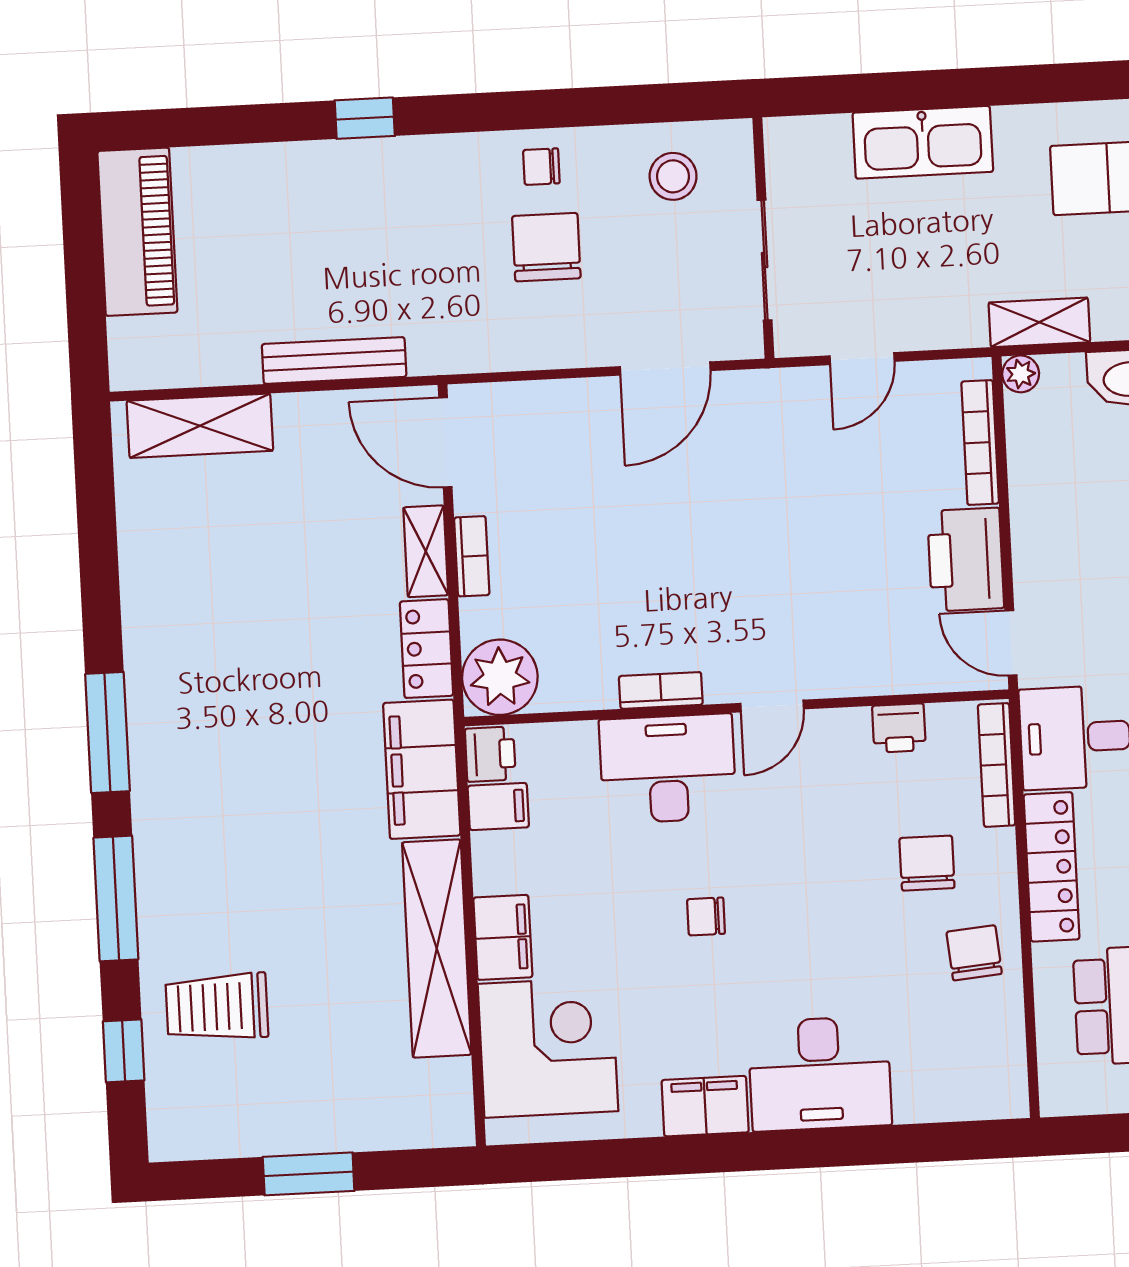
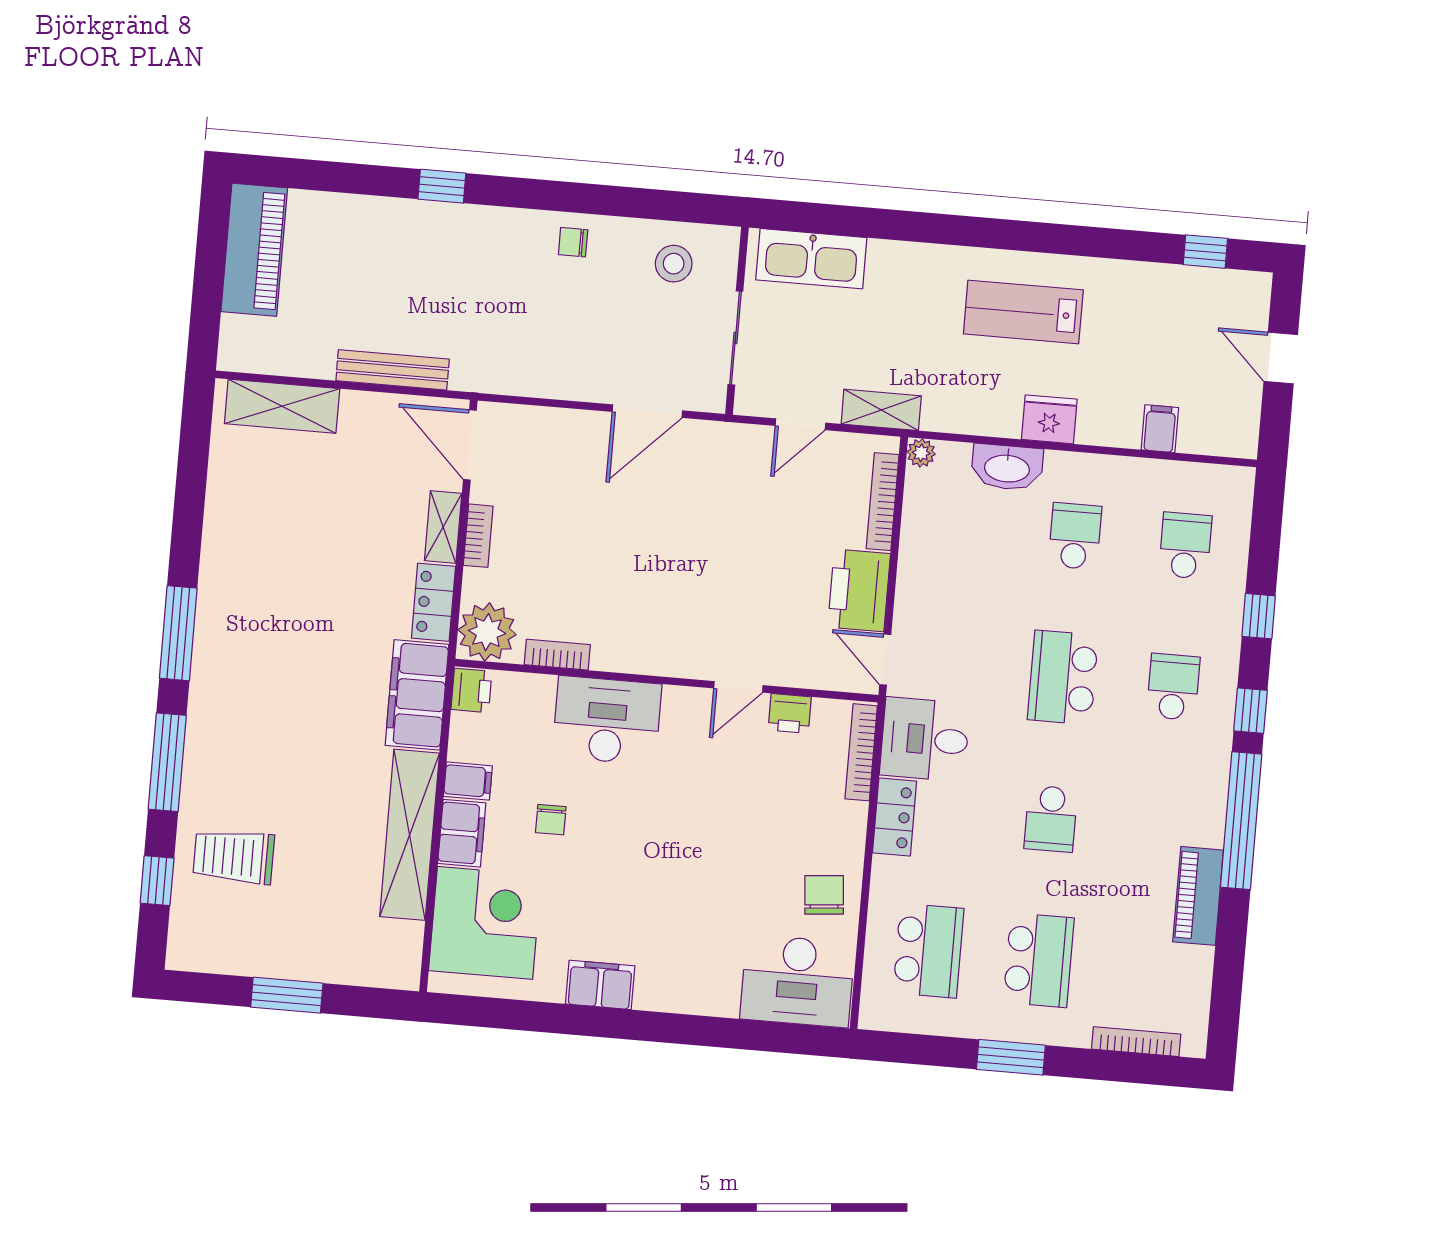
kitchen sink: (923, 142) -> (811, 259), moved
chair: (546, 247) -> (568, 305), removed
shelving: (1039, 322) -> (881, 410), moved
bookcase: (661, 690) -> (557, 655), moved
door: (772, 706) -> (738, 687), moved
filing cabinet: (498, 807) -> (468, 781), moved
chair: (927, 863) -> (797, 821), removed
locker: (1052, 867) -> (895, 817), width x0.66
chair: (706, 916) -> (551, 820), moved, turned -90
desk: (820, 1074) -> (797, 981), moved

